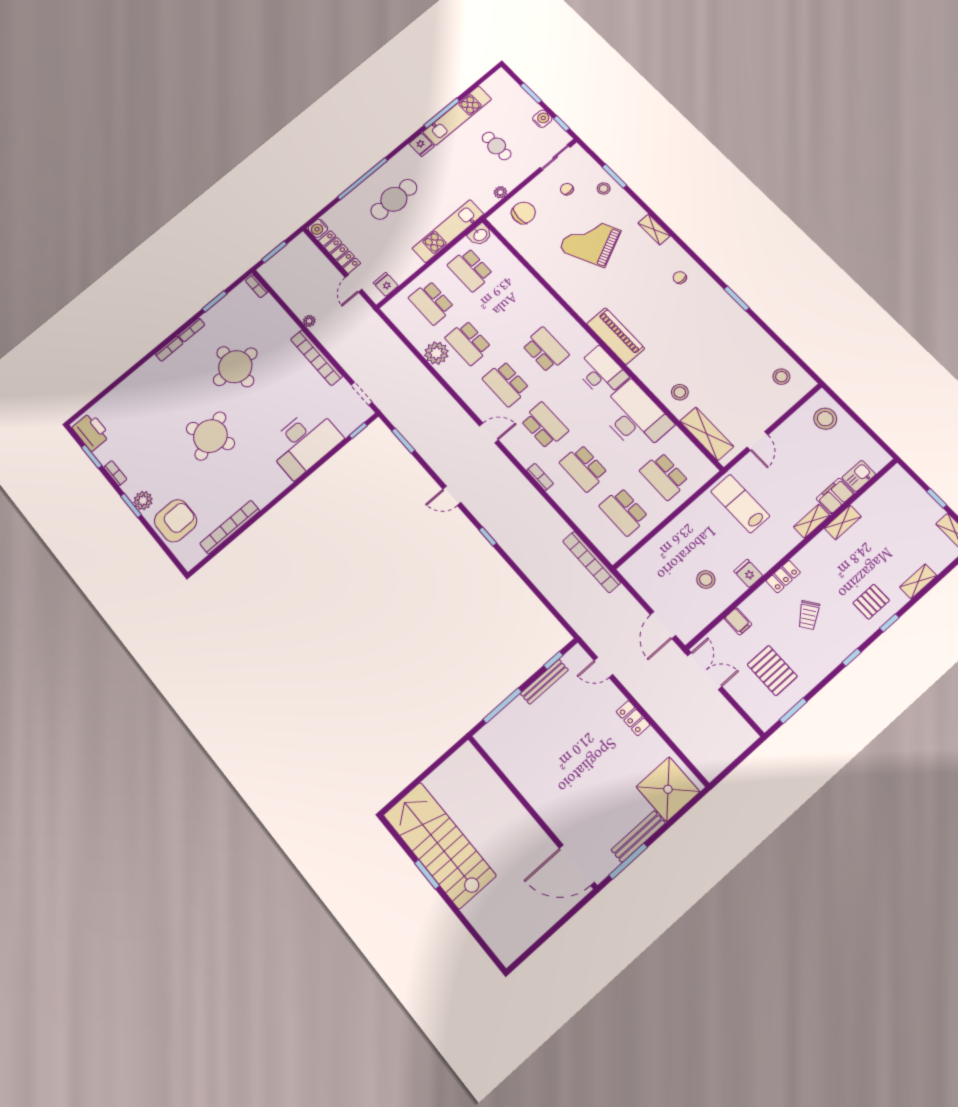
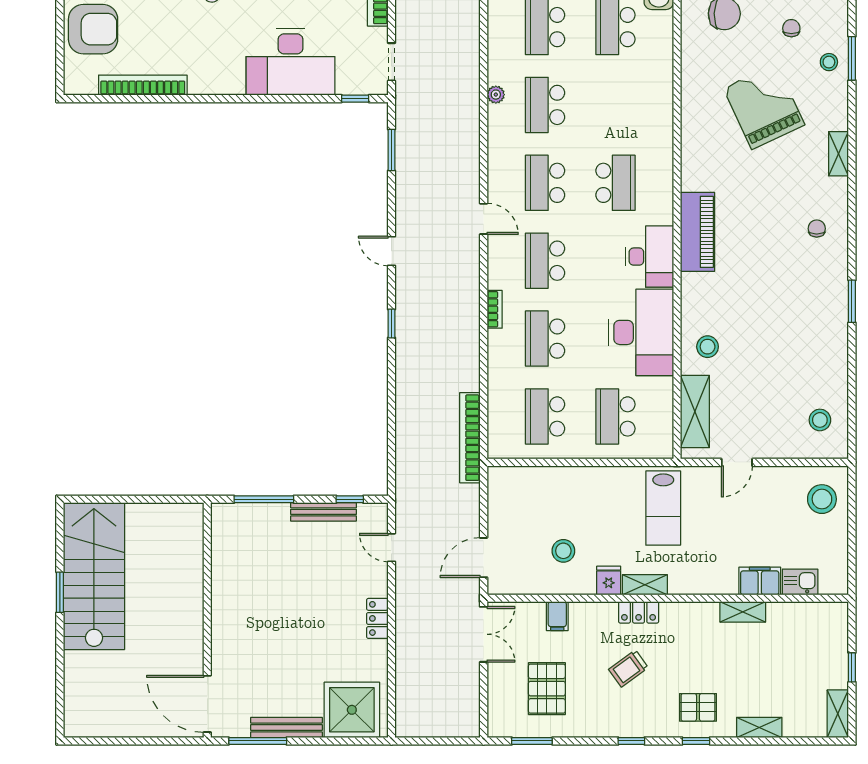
plant: (436, 353) -> (496, 95), width x0.53, depth x0.53
school desk: (544, 425) -> (545, 261), turned 180
lab bench: (740, 504) -> (663, 508), turned 180
shelving: (812, 521) -> (645, 585), moved

